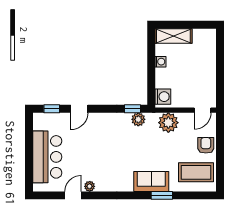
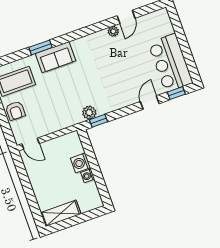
shelving: (173, 36) -> (61, 213), moved
washing machine: (163, 97) -> (81, 163), moved
door: (203, 110) -> (30, 144), swing flipped
plant: (168, 123) -> (59, 120), removed
bar counter: (47, 157) -> (170, 63), moved

